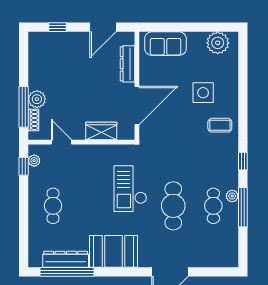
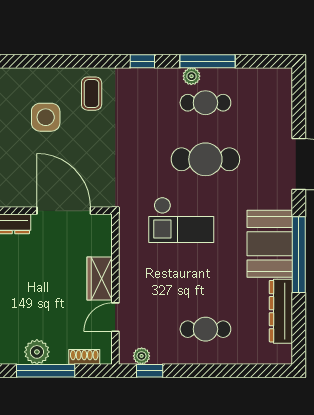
plant: (37, 99) -> (37, 352), moved
window: (24, 107) -> (46, 371), moved
wardrobe: (101, 131) -> (100, 279), moved
window: (67, 272) -> (299, 255), moved

